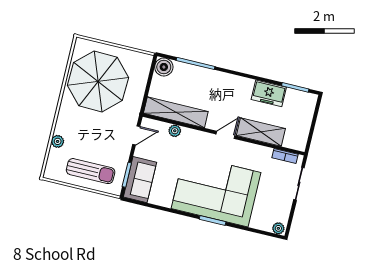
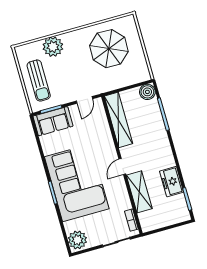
parasol: (98, 81) -> (109, 49), width x0.73, depth x0.73
plant: (175, 131) -> (104, 127), removed
door: (136, 135) -> (85, 100), hinge flipped
door: (225, 135) -> (122, 166), swing flipped
plant: (58, 141) -> (53, 47), width x1.88, depth x1.88
plant: (278, 228) -> (77, 240), width x1.88, depth x1.88

